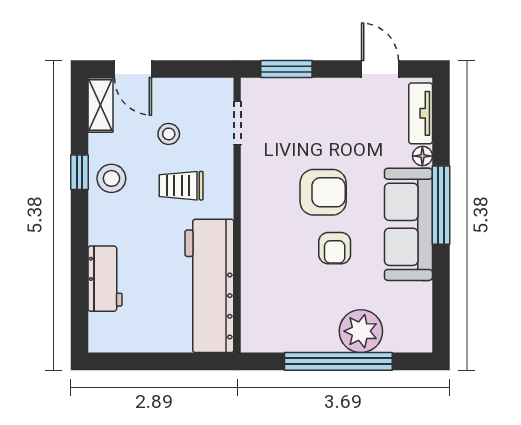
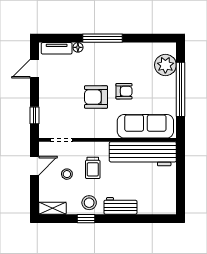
door: (133, 69) -> (34, 166), moved
window: (286, 69) -> (34, 115), width x0.67
armchair: (323, 192) -> (96, 97), turned -90
sofa: (408, 224) -> (145, 126), moved, turned 180
workbench: (105, 279) -> (120, 206), moved
plant: (361, 331) -> (165, 65), moved

